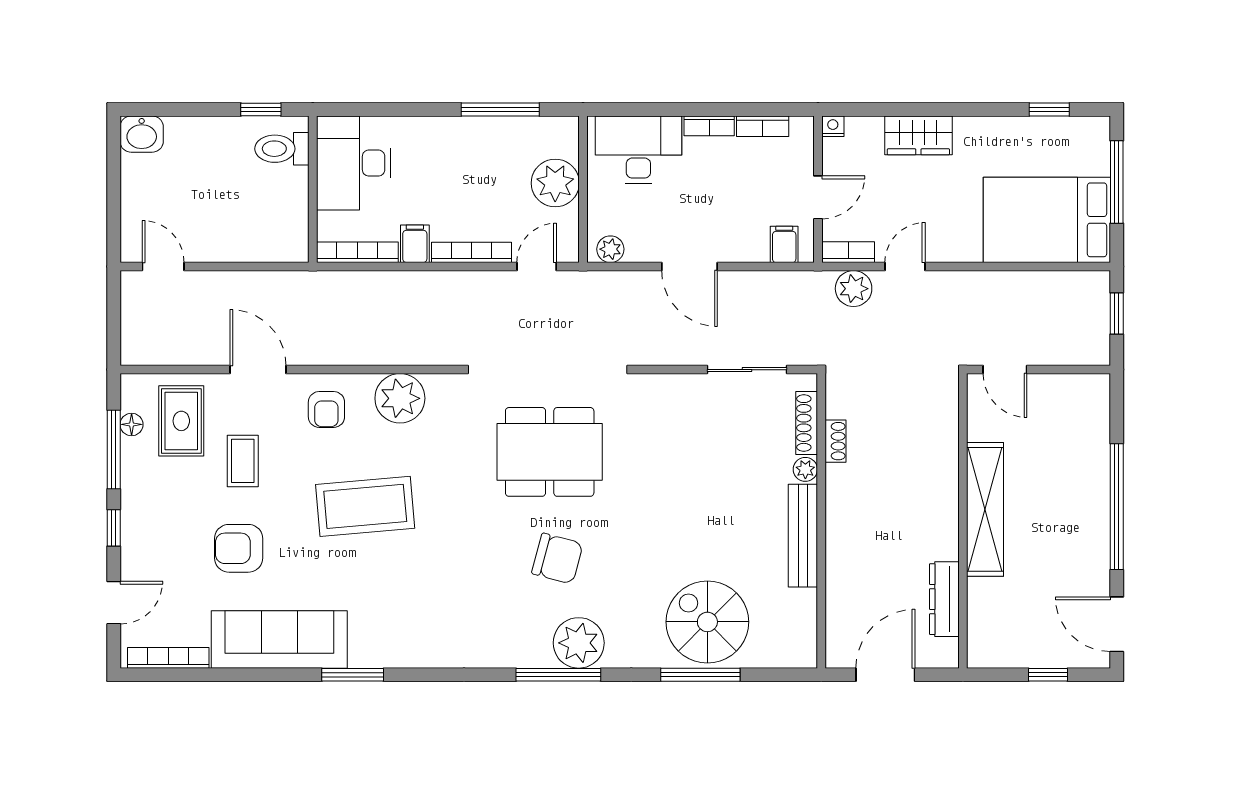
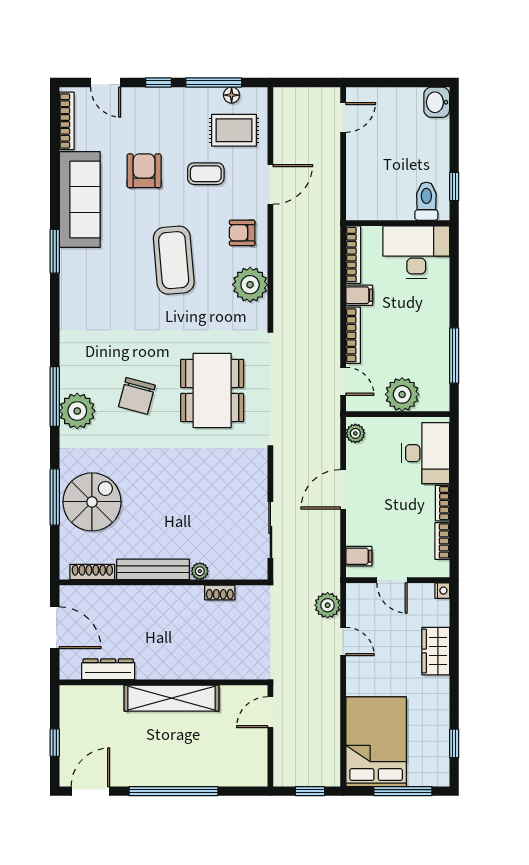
bookcase: (848, 252) -> (353, 601), removed
shoe rack: (807, 423) -> (92, 572), moved

